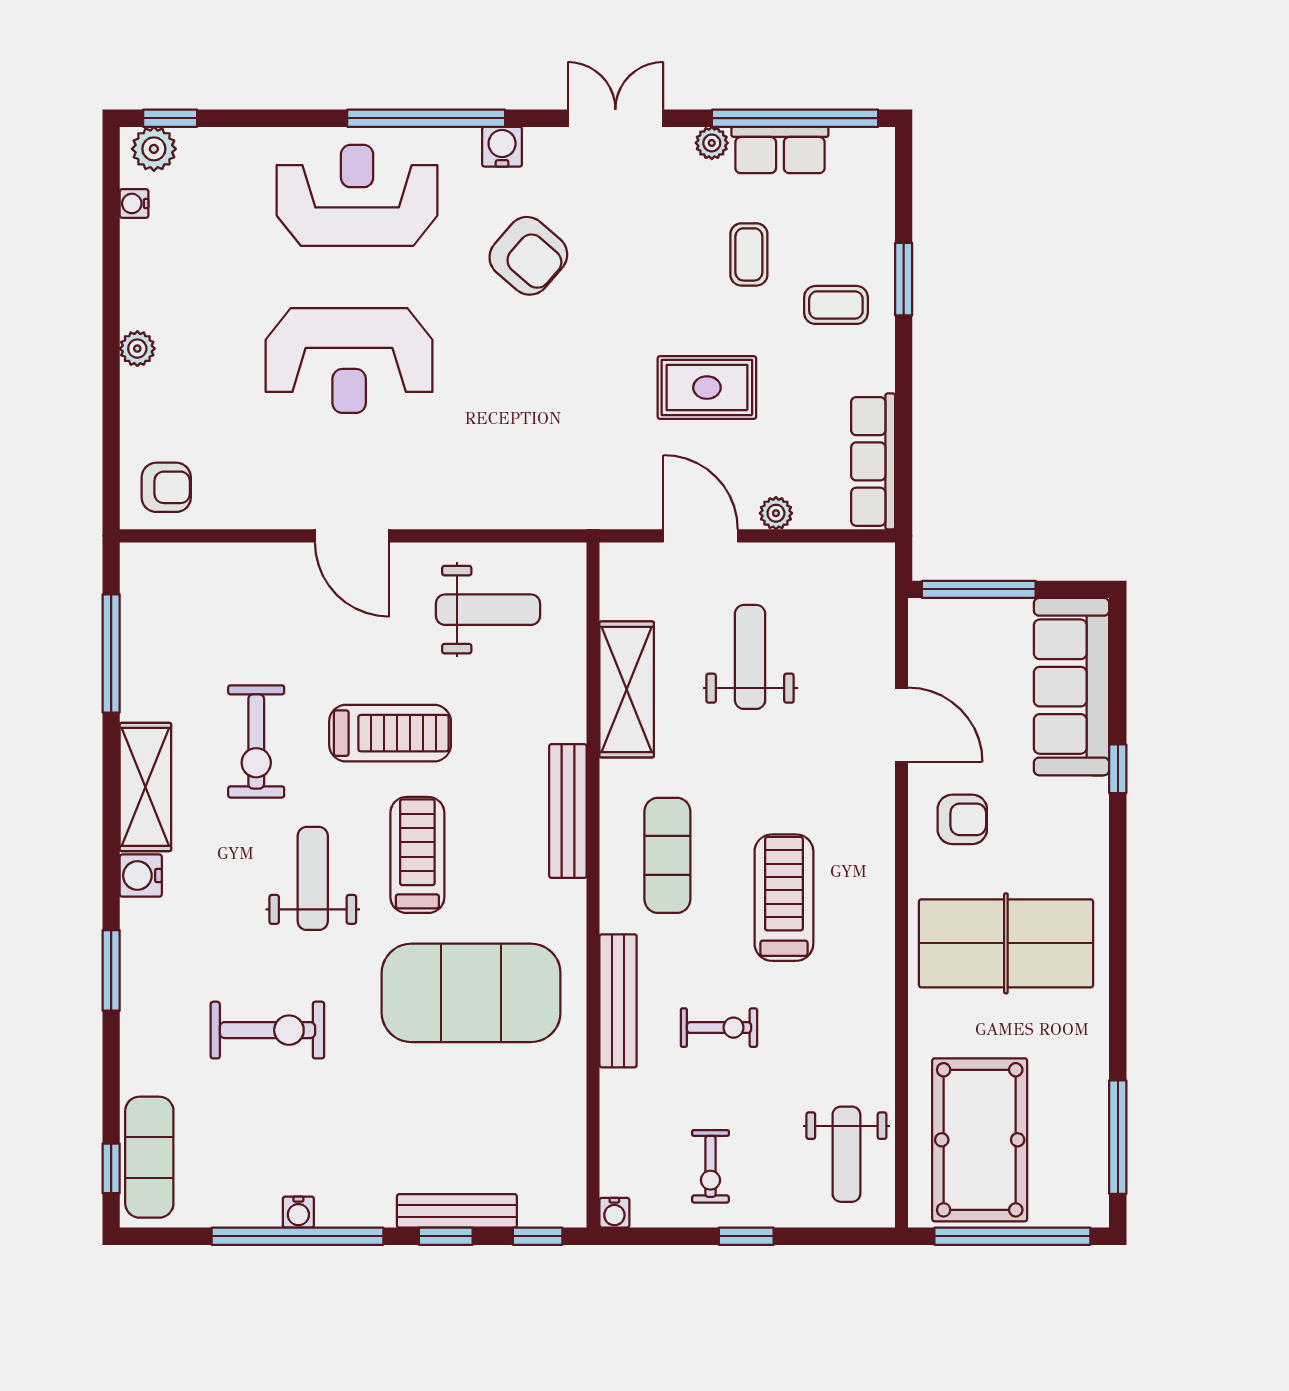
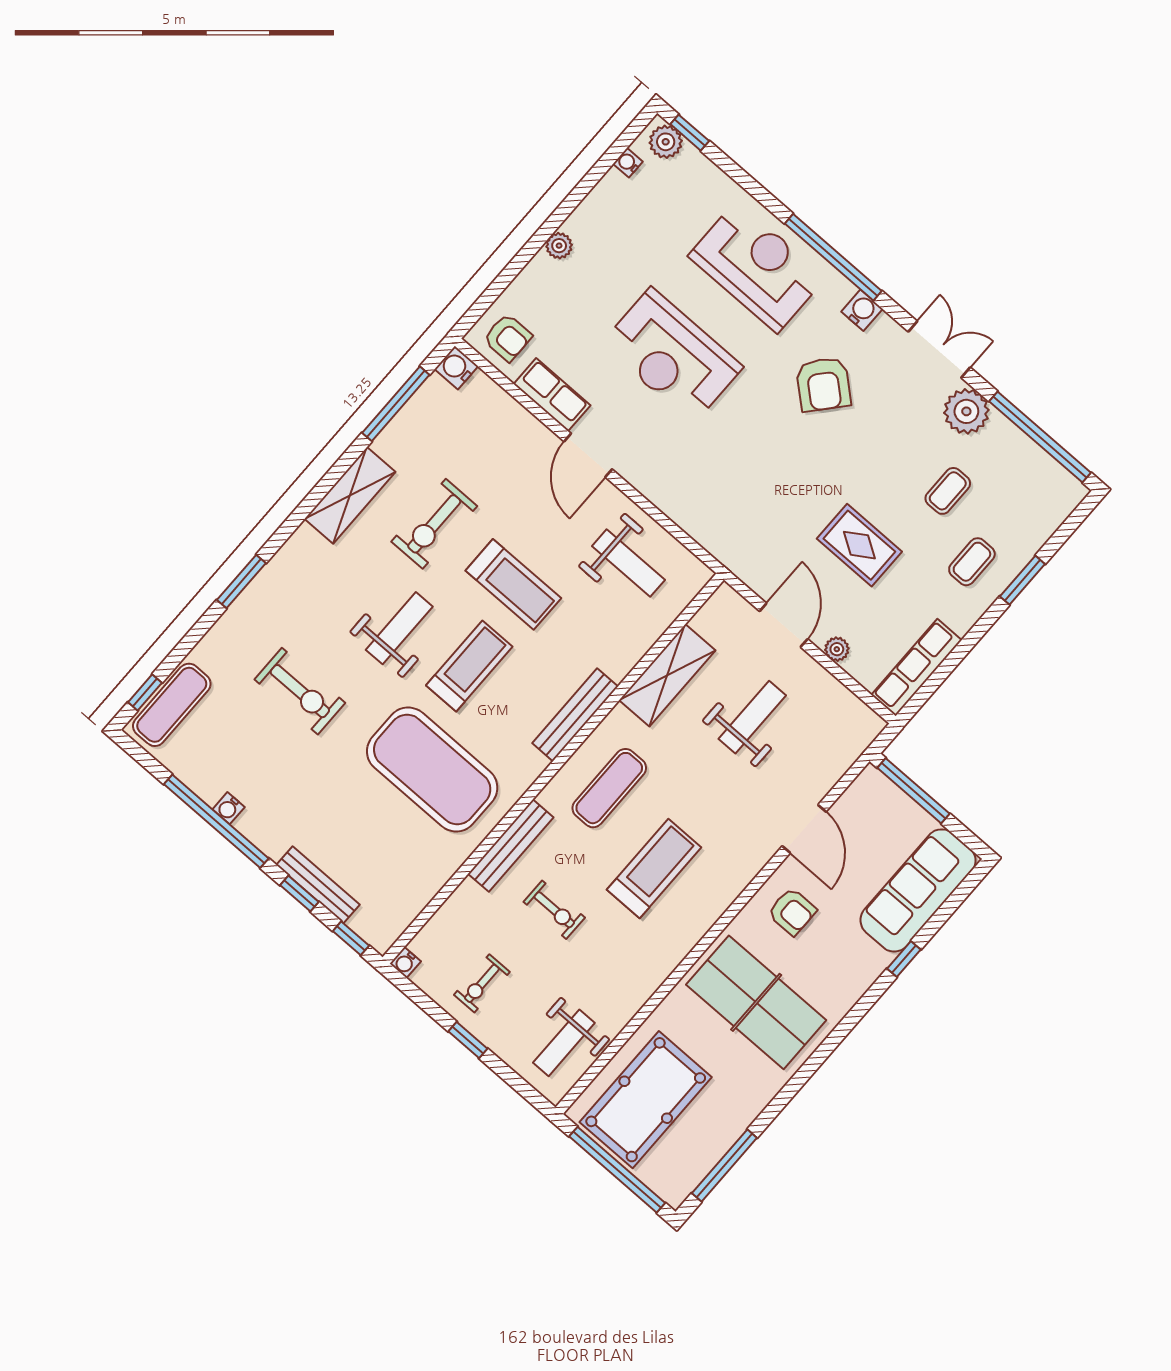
plant: (712, 143) -> (966, 411), width x1.87, depth x1.87
row of seats: (780, 150) -> (552, 395), moved, turned 180
coffee table: (836, 305) -> (972, 562), turned 90
water cooler: (141, 876) -> (456, 368), moved

